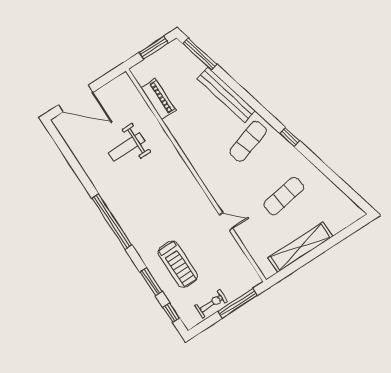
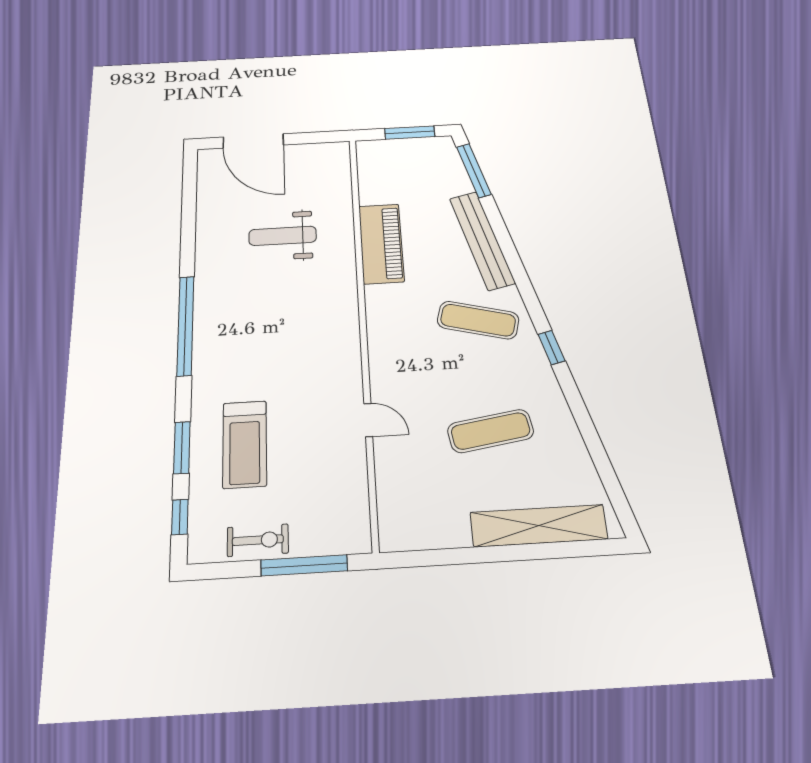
piano: (158, 99) -> (381, 244), moved, width x1.37, depth x1.33
exercise mat: (248, 141) -> (478, 320), turned 33
shelving: (300, 247) -> (539, 526), moved

